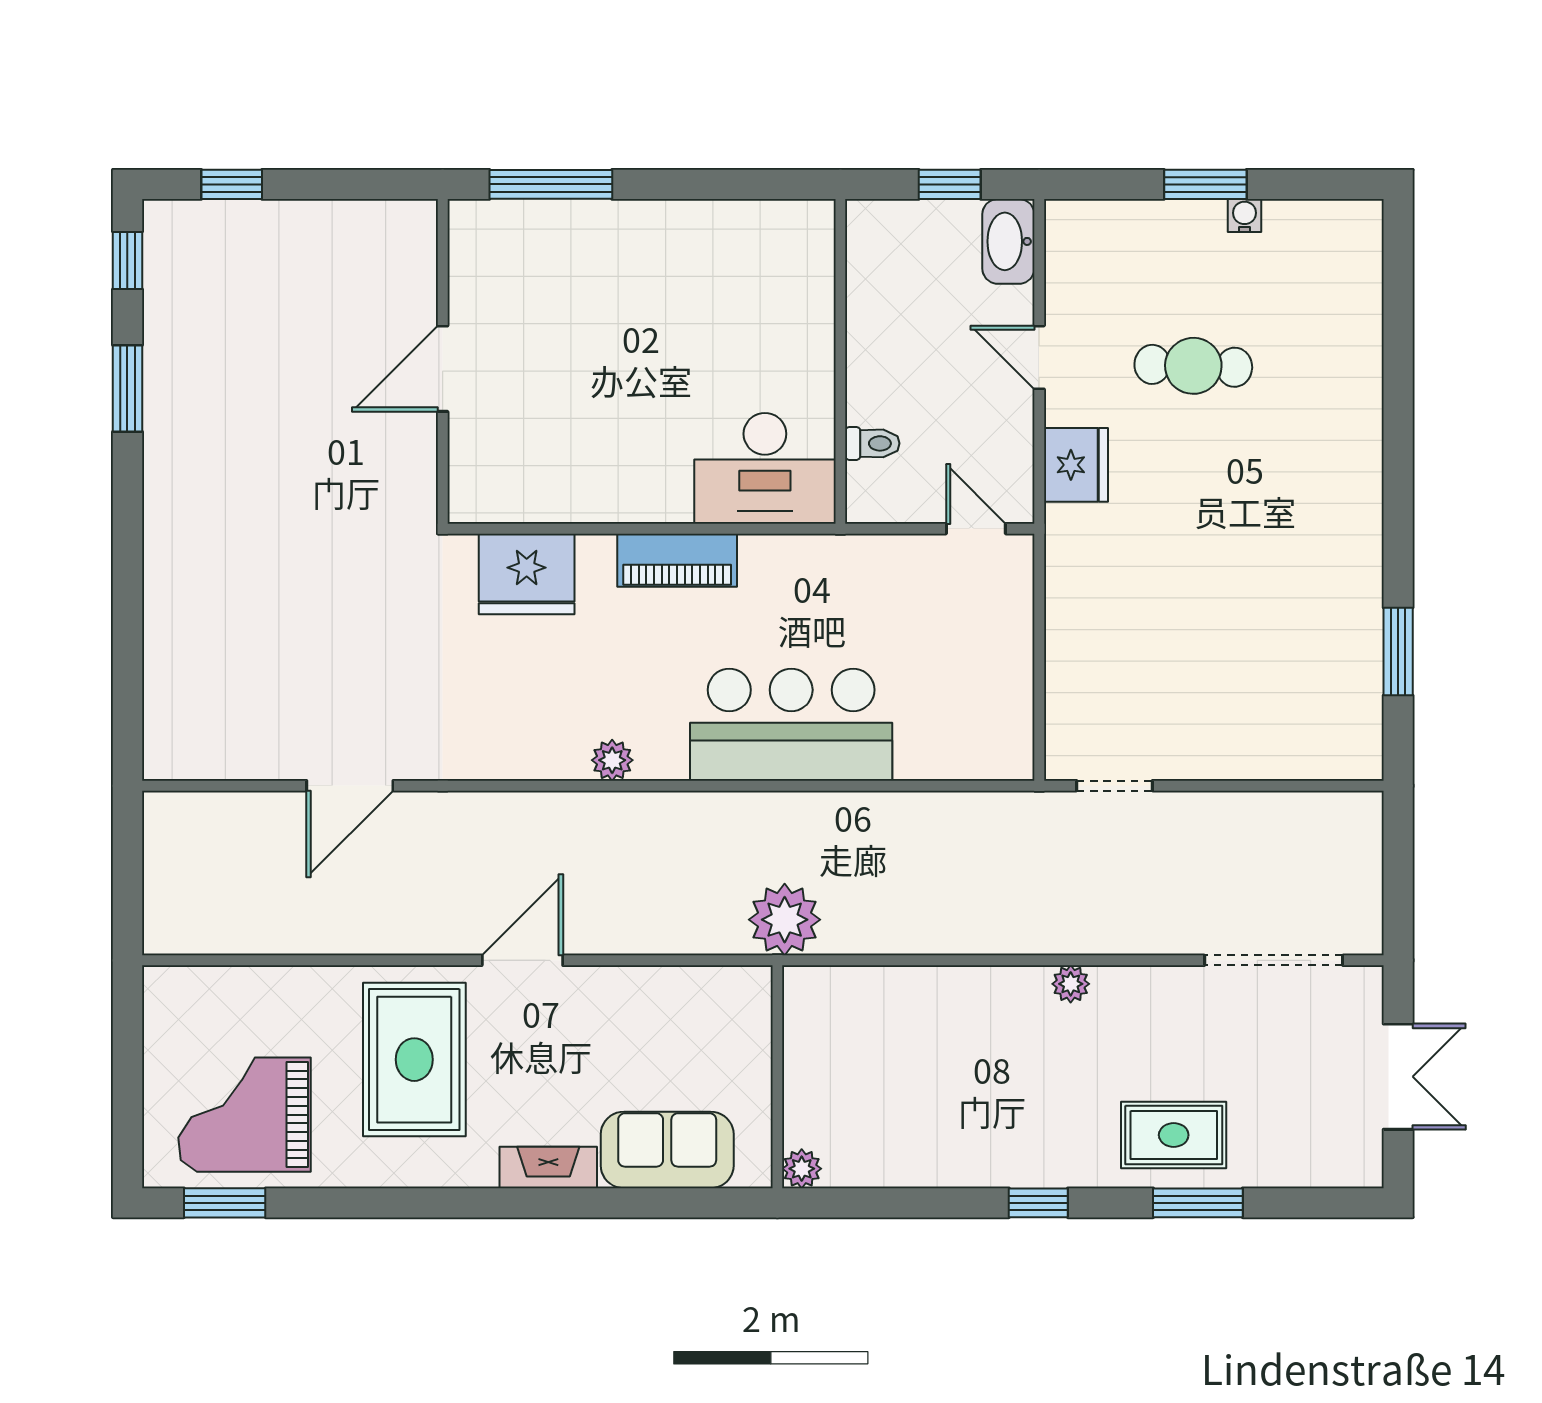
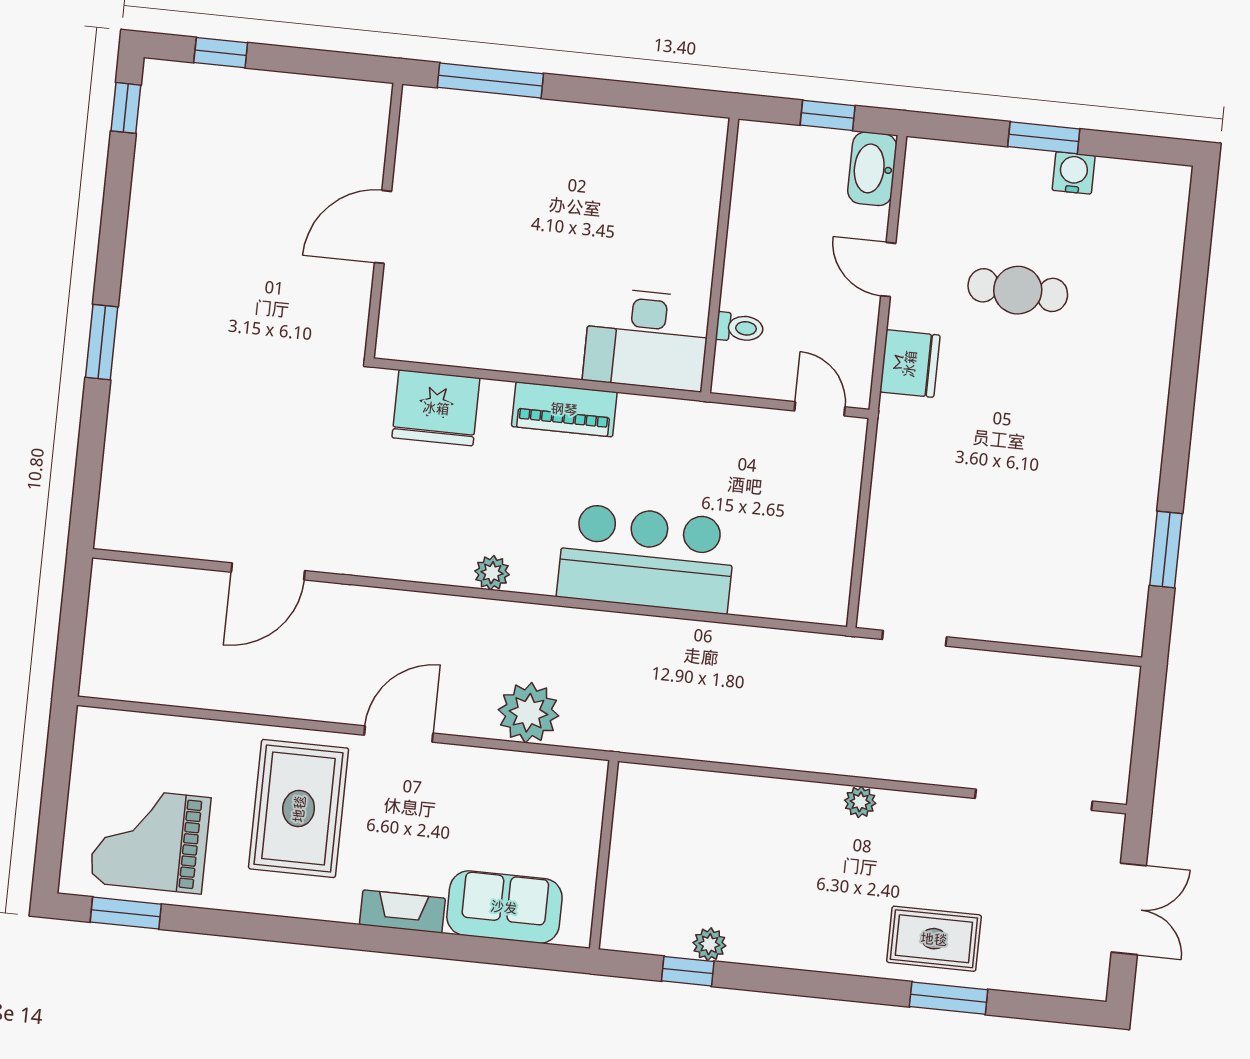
water cooler: (1244, 216) -> (1074, 173), width x1.38, depth x1.38
window: (127, 388) -> (102, 342), moved
plant: (785, 920) -> (528, 713), moved
plant: (802, 1169) -> (709, 944), moved
window: (1038, 1203) -> (688, 971), moved

